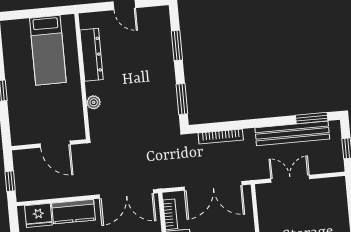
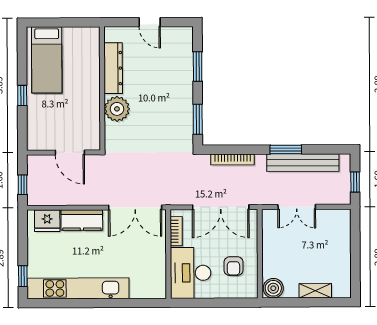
bed: (48, 50) -> (47, 60), moved
plant: (94, 102) -> (117, 109), width x1.88, depth x1.88
window: (312, 118) -> (286, 149), moved
double door: (290, 179) -> (297, 207), swing flipped

